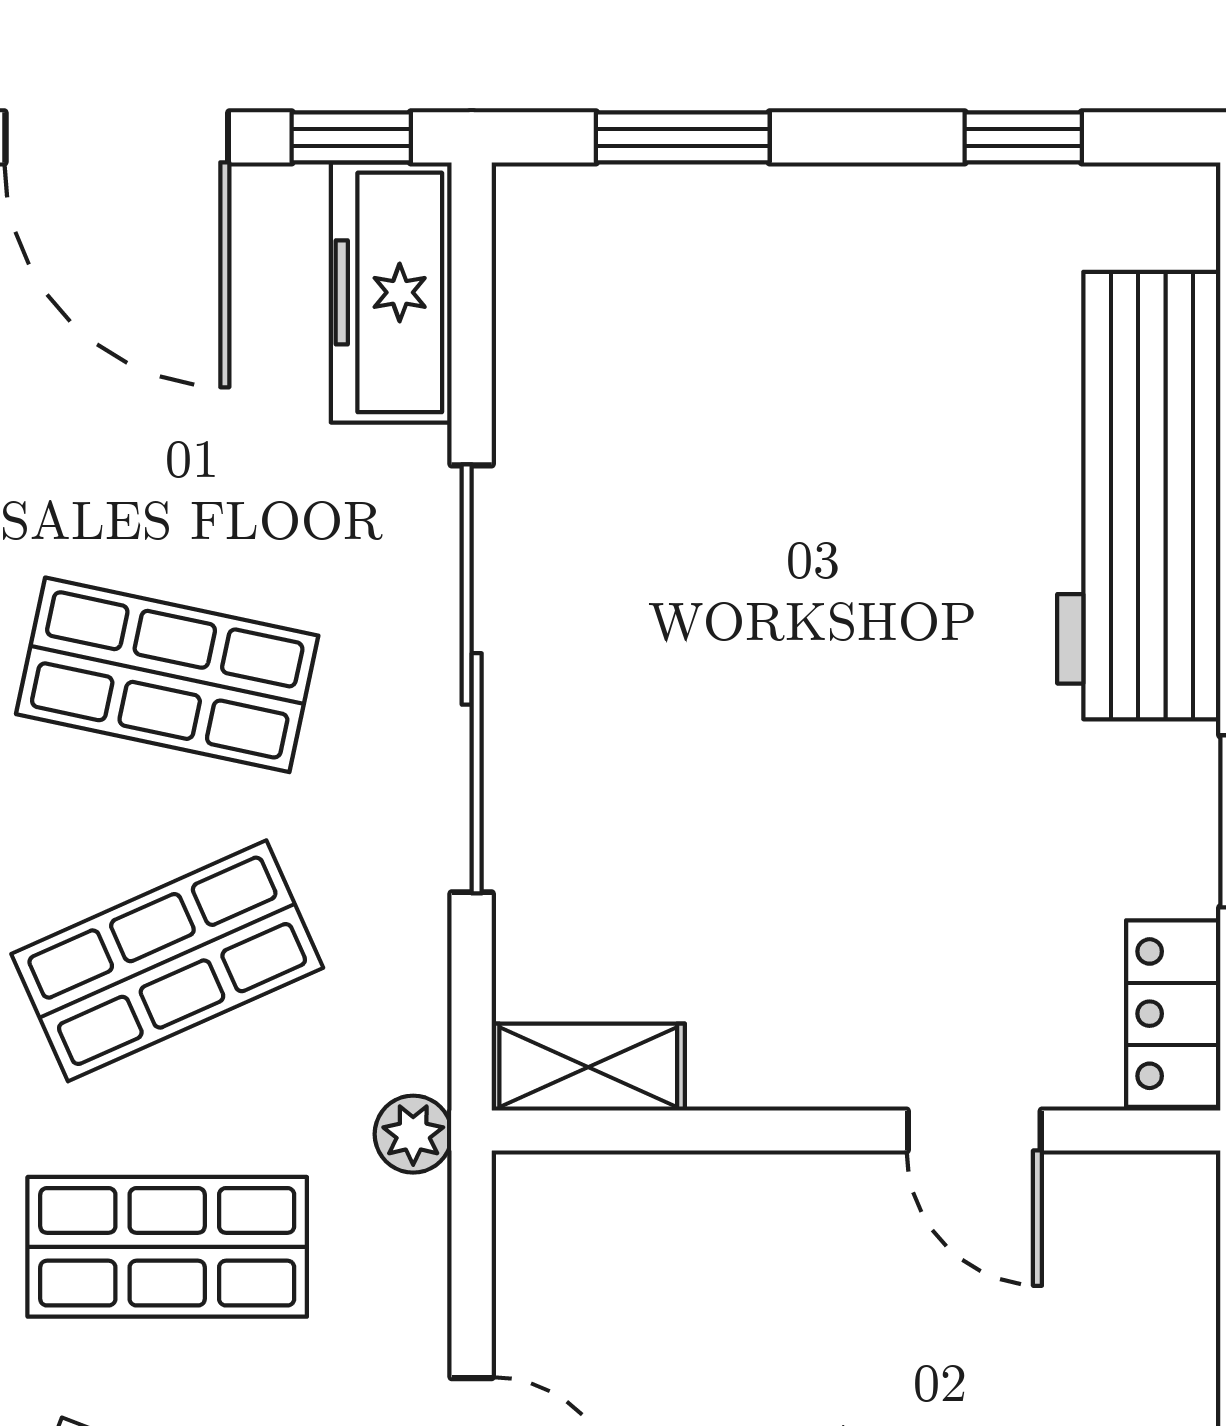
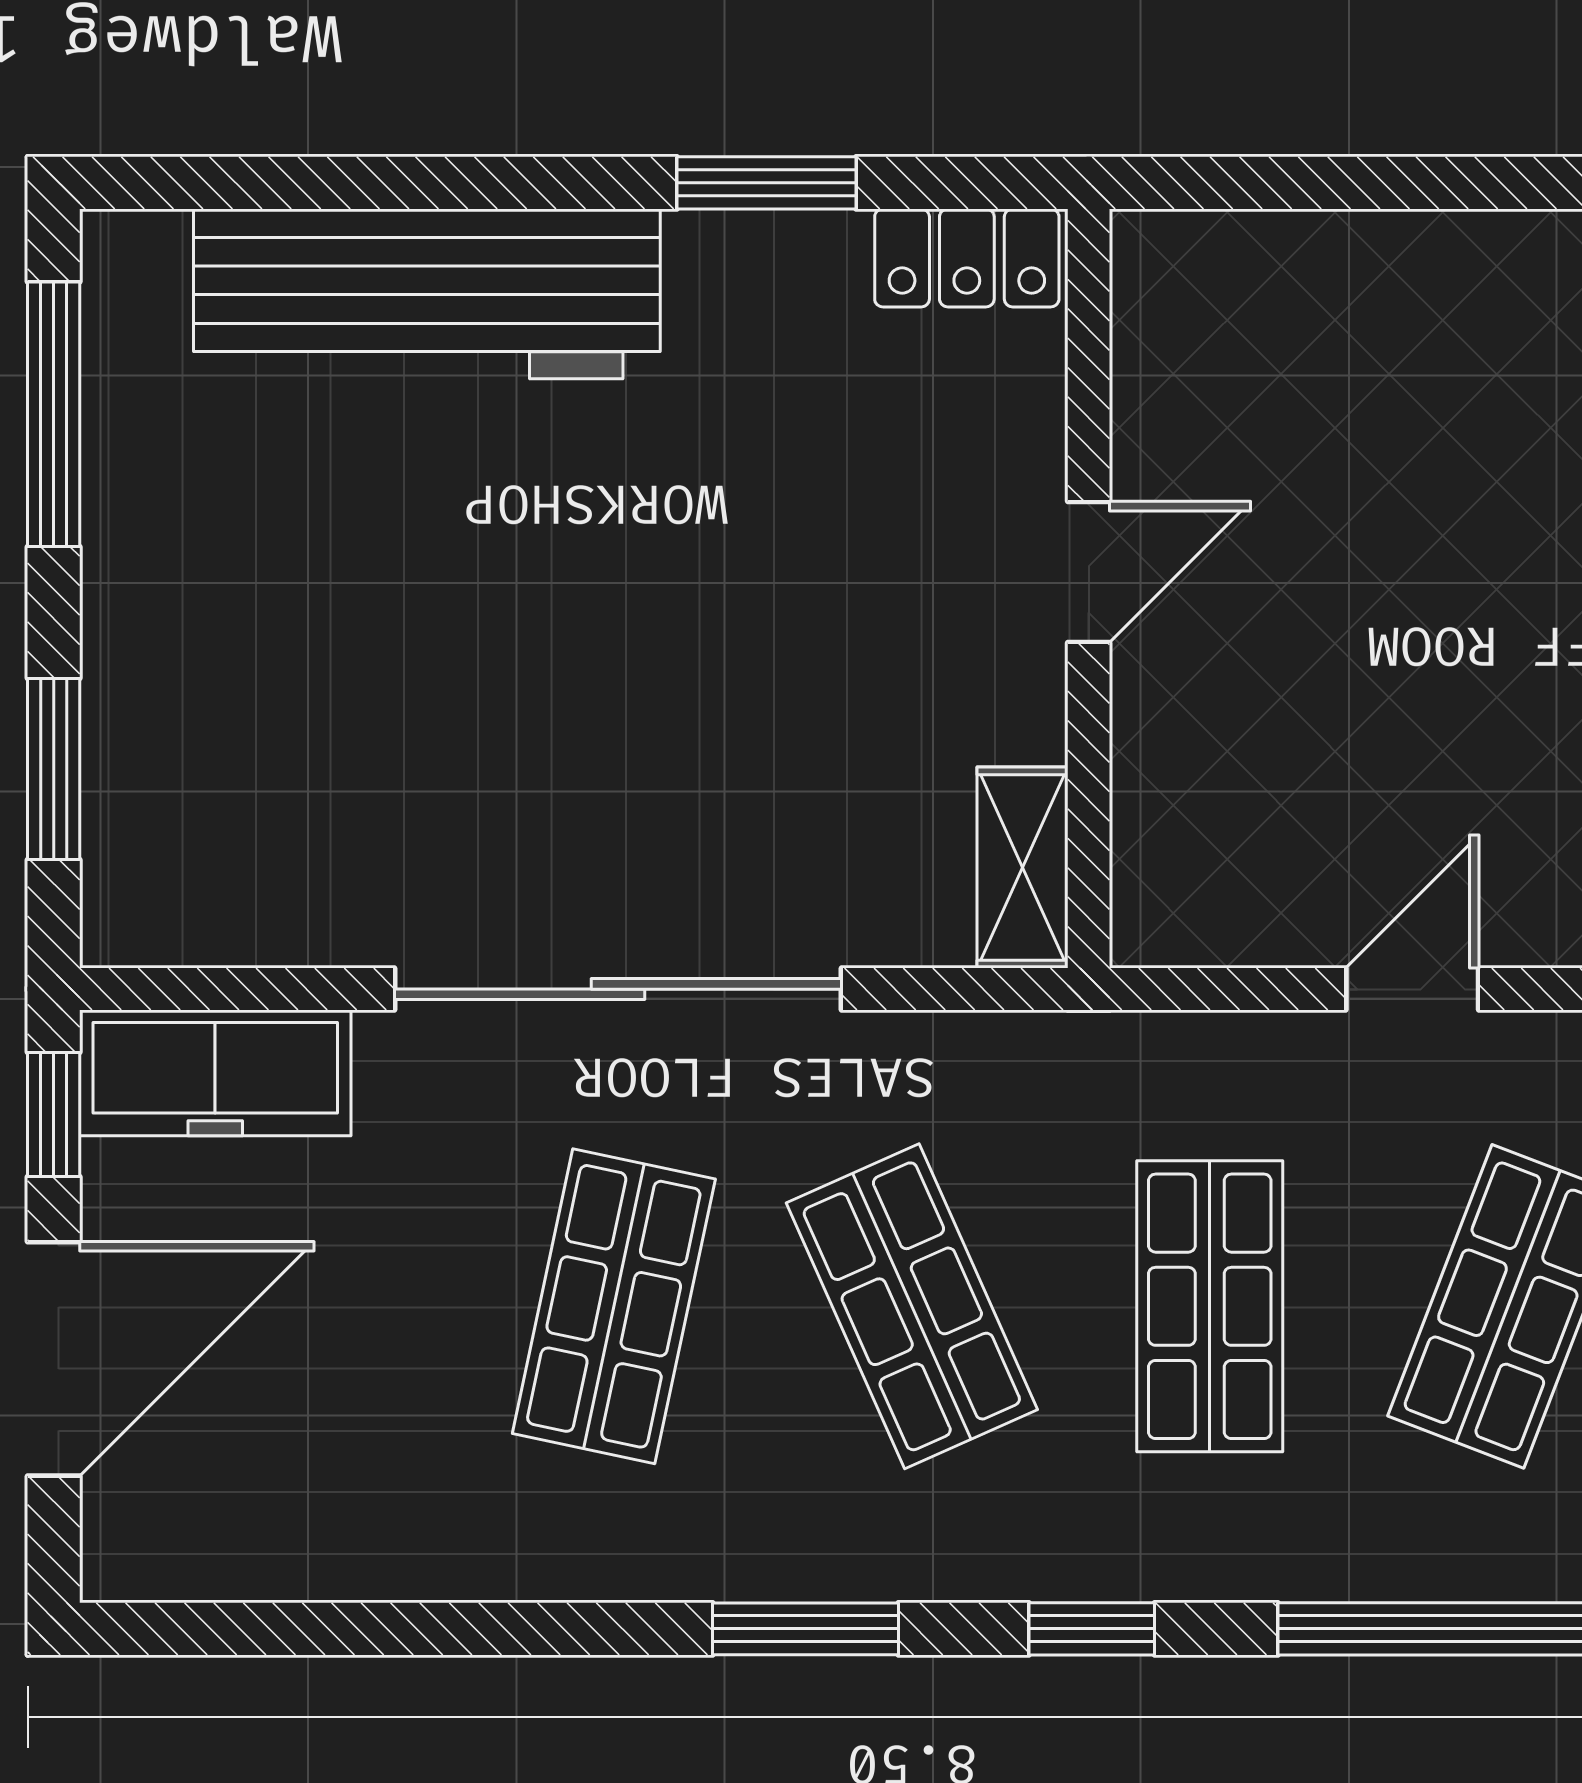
window: (1023, 137) -> (54, 414), width x2.17
door: (974, 1131) -> (1089, 572), moved
plant: (413, 1134) -> (1092, 1050), removed

